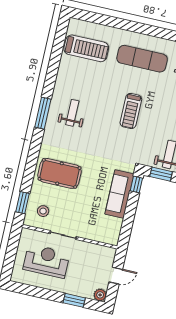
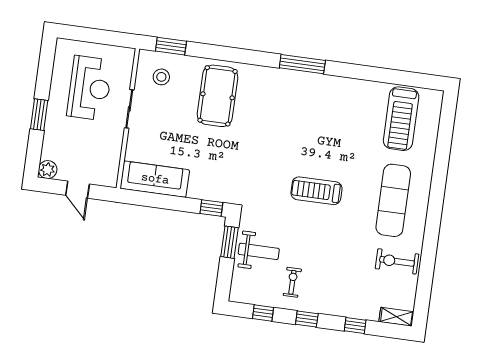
weight bench: (72, 113) -> (306, 107), removed
sofa: (119, 194) -> (155, 179), moved
window: (74, 300) -> (39, 115), moved

